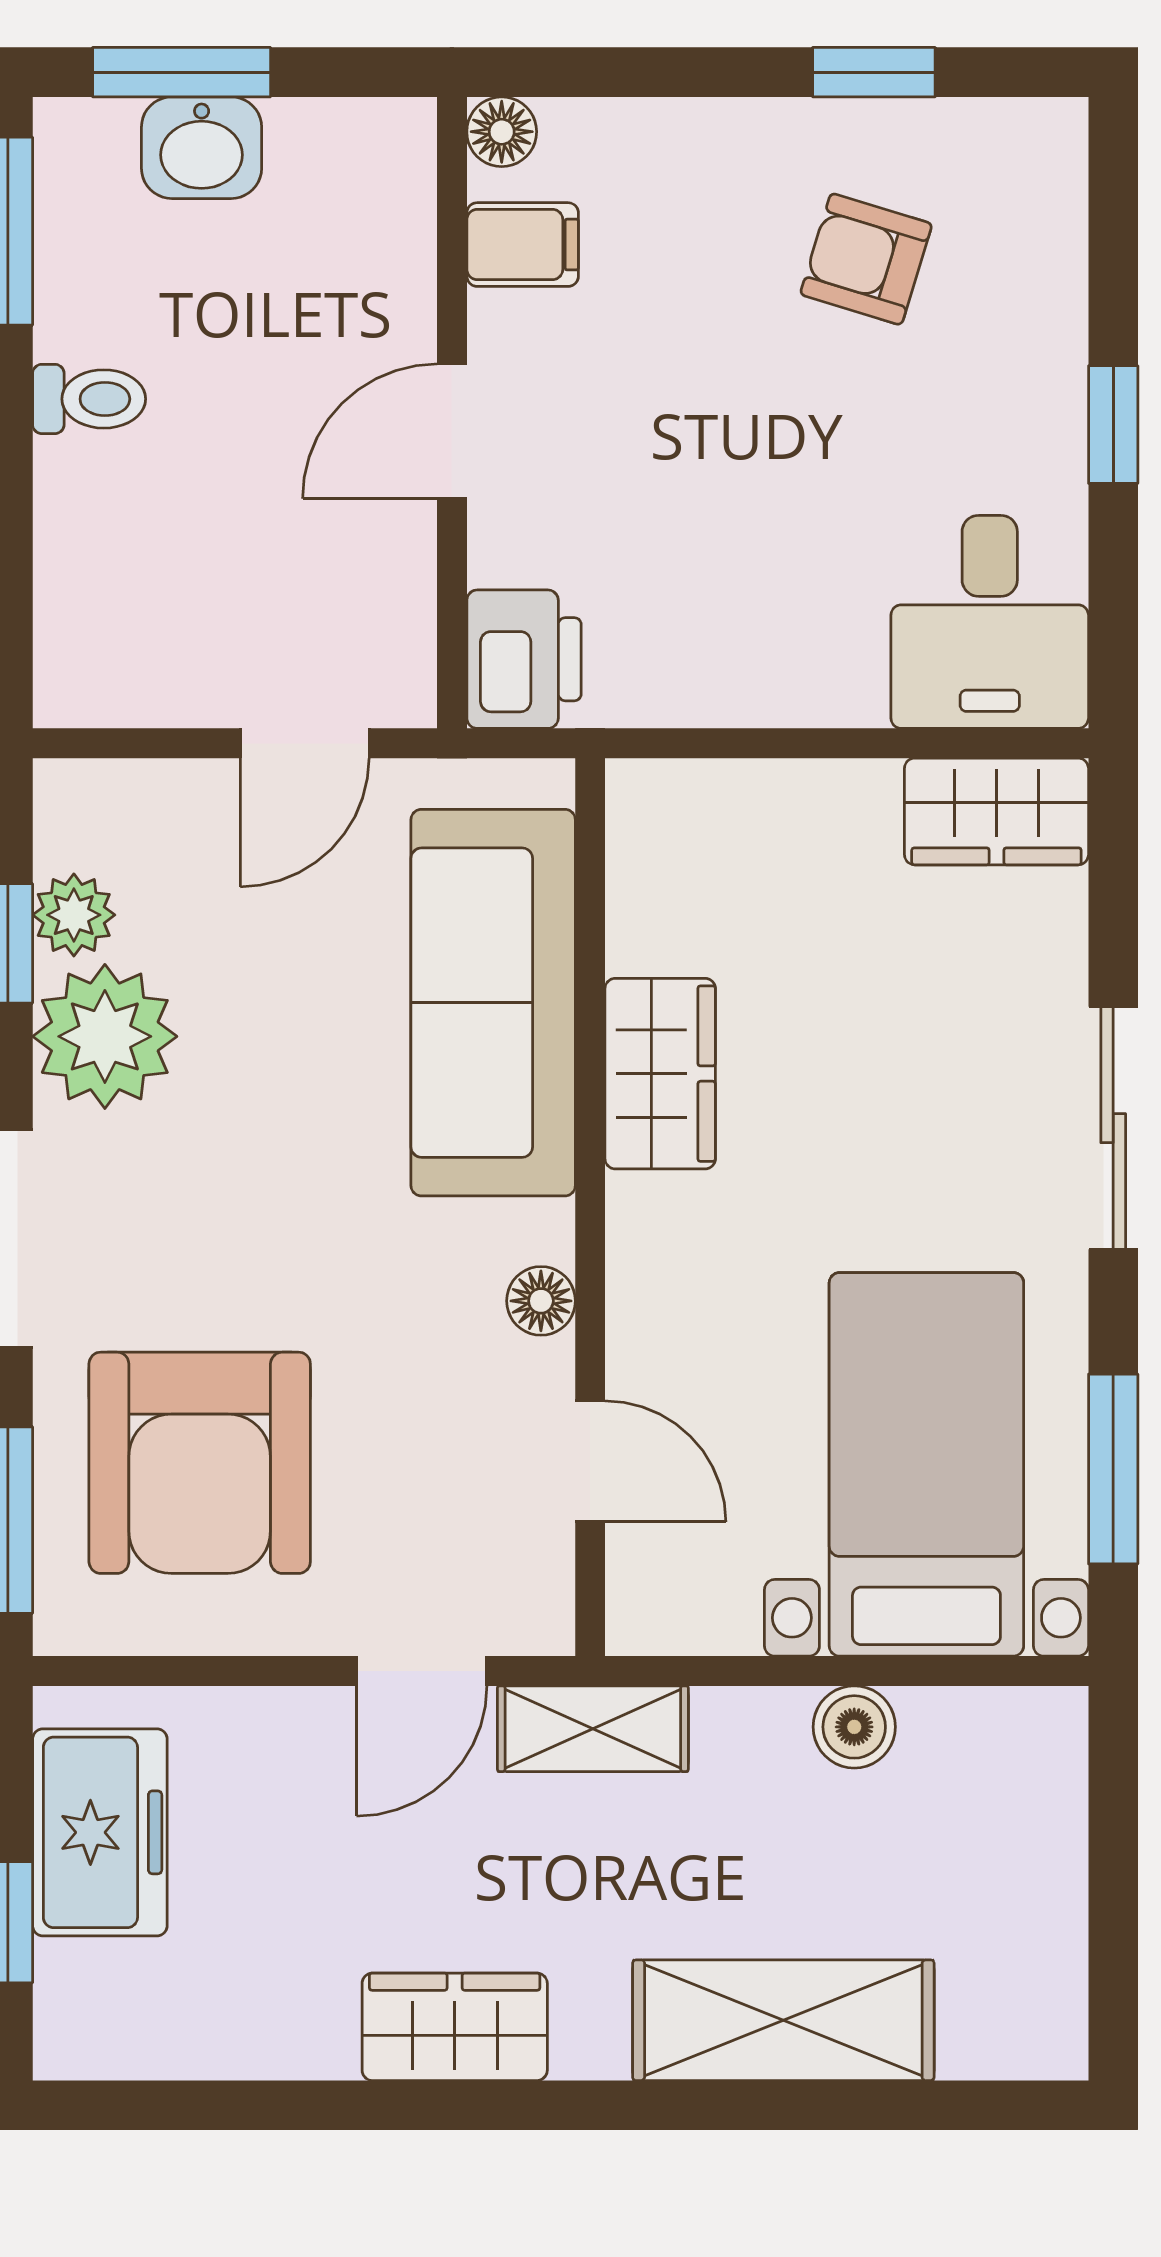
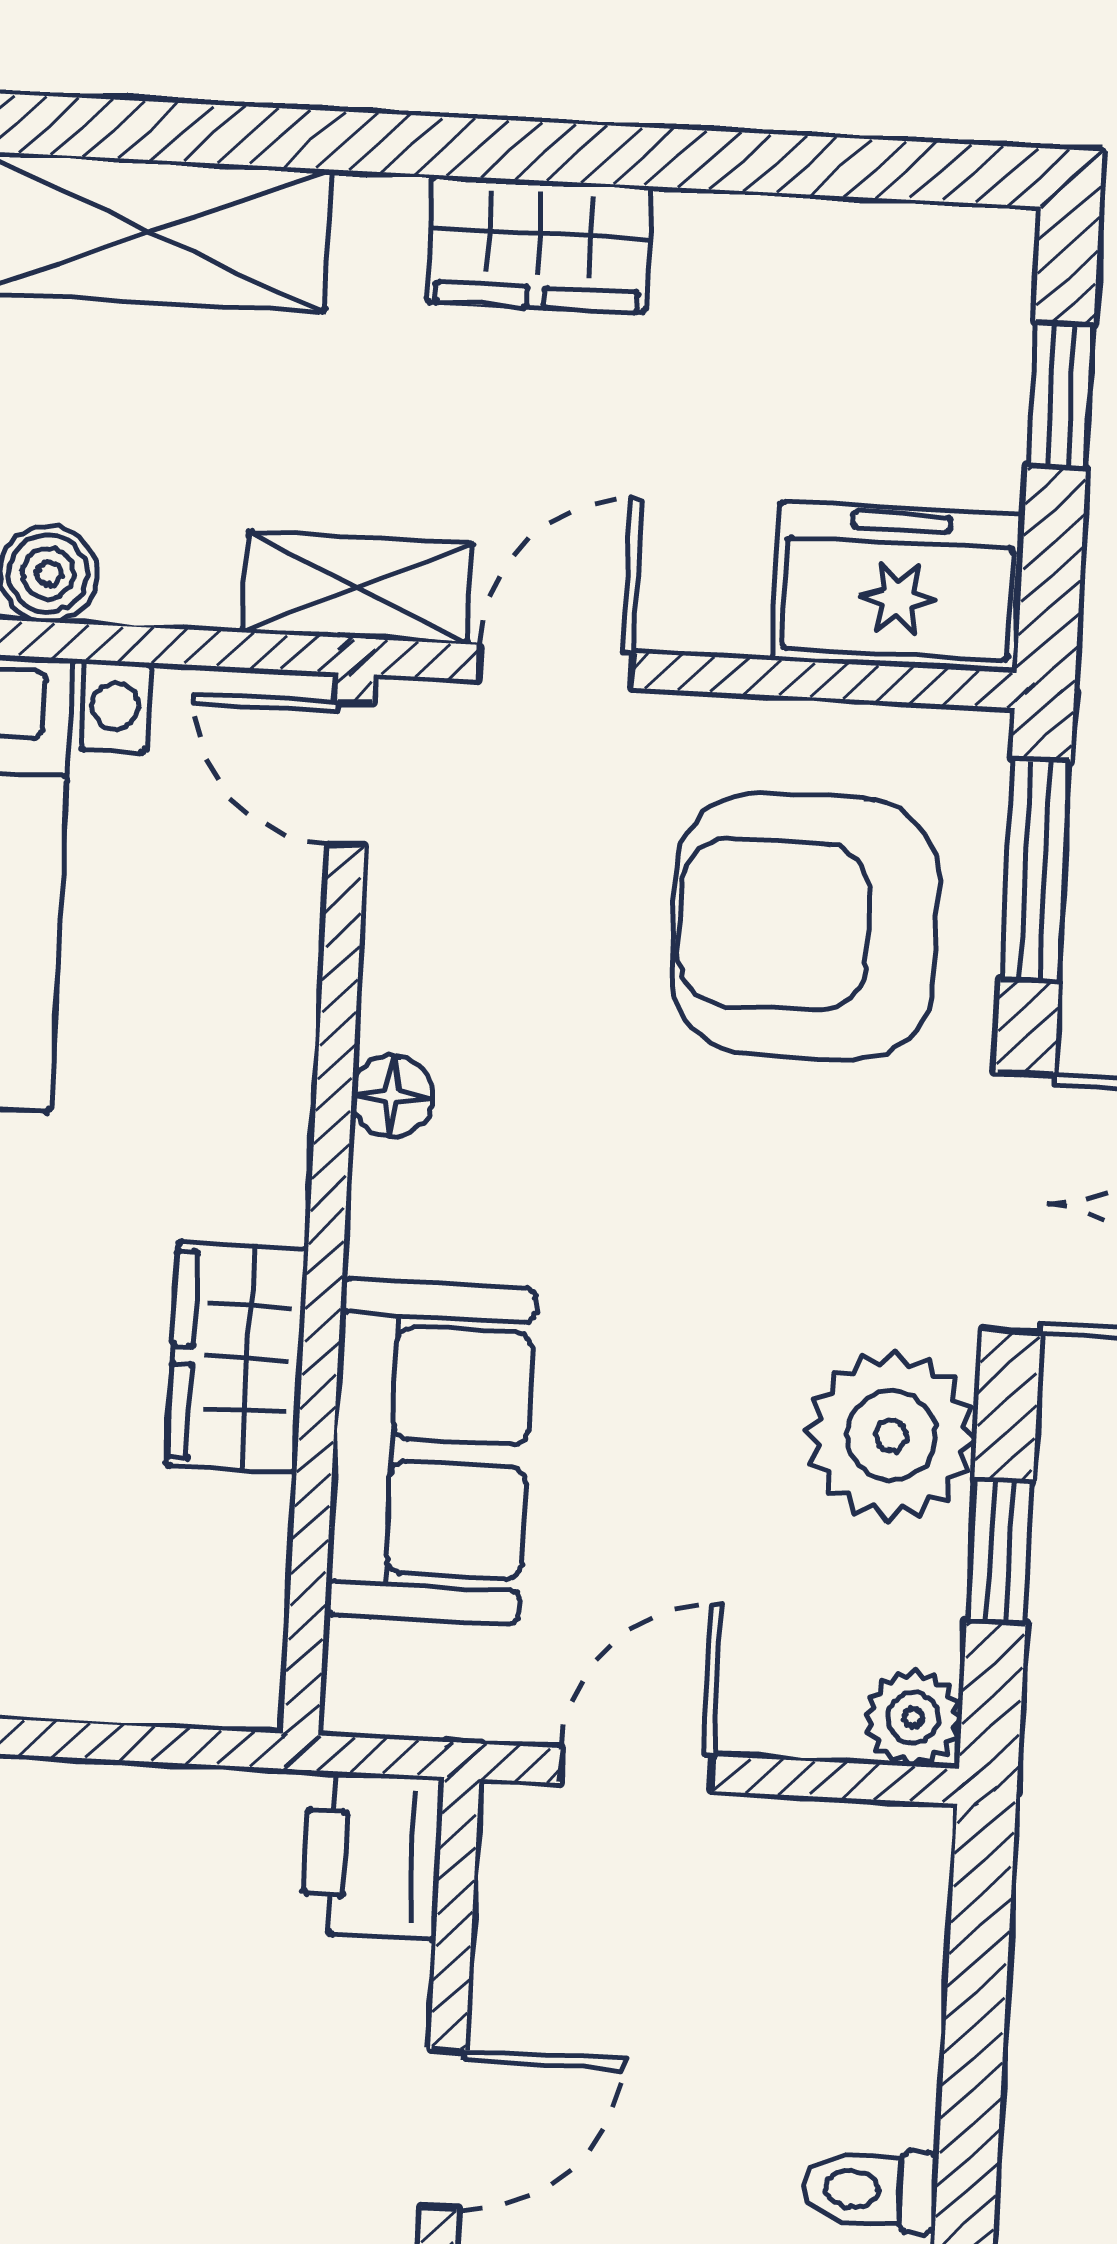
plant: (74, 915) -> (913, 1718), moved
sofa: (493, 1003) -> (430, 1452), width x0.73
door: (590, 1461) -> (351, 774), moved
armchair: (200, 1463) -> (805, 926), turned -90
freezer: (100, 1832) -> (898, 587), moved, turned 90

